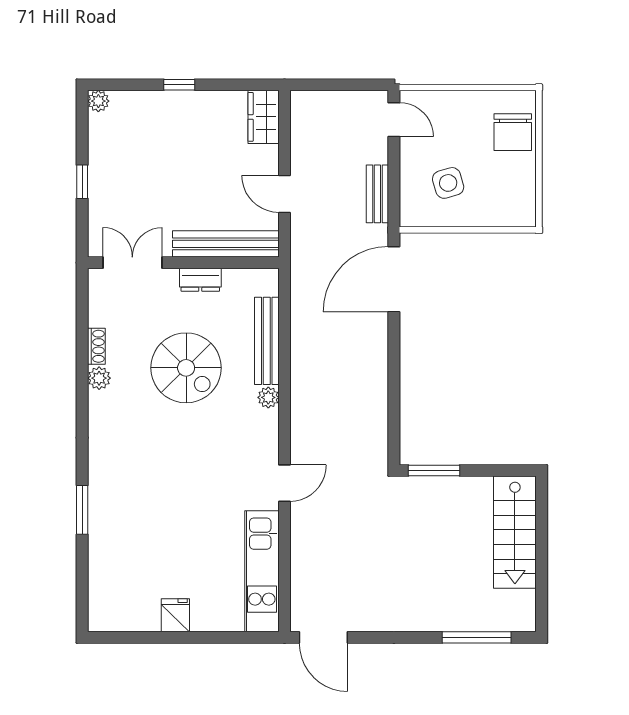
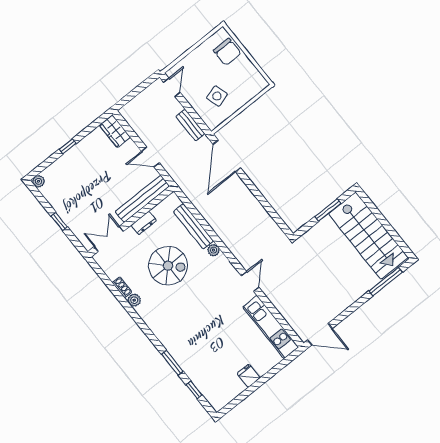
door: (394, 120) -> (172, 87), hinge flipped
window: (434, 471) -> (328, 210), moved
stairs: (515, 532) -> (368, 236), width x1.36, depth x1.51
window: (82, 573) -> (194, 390), added

